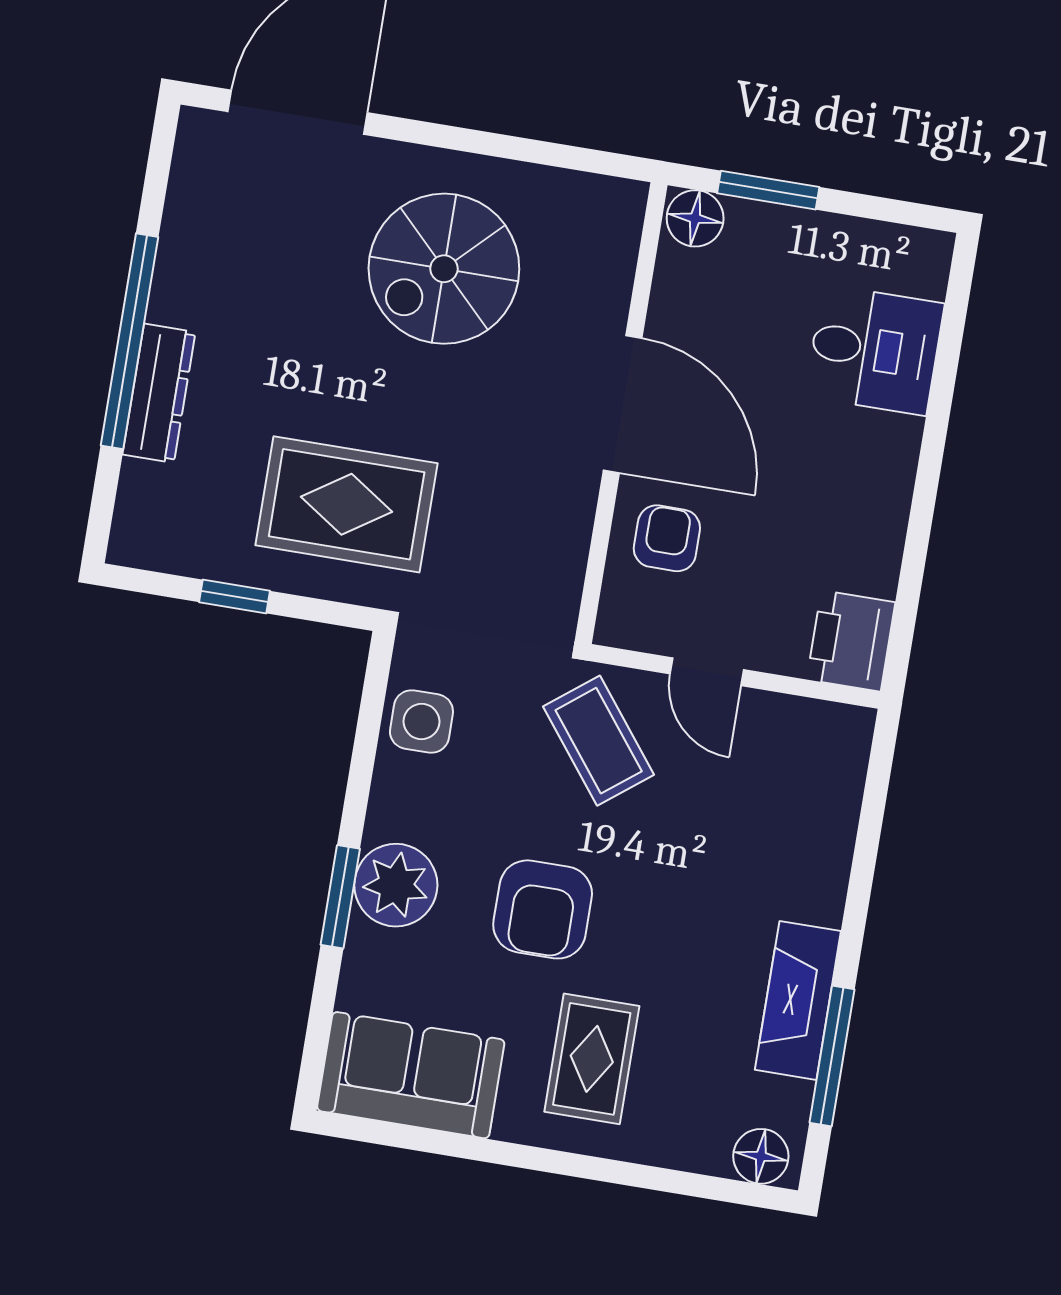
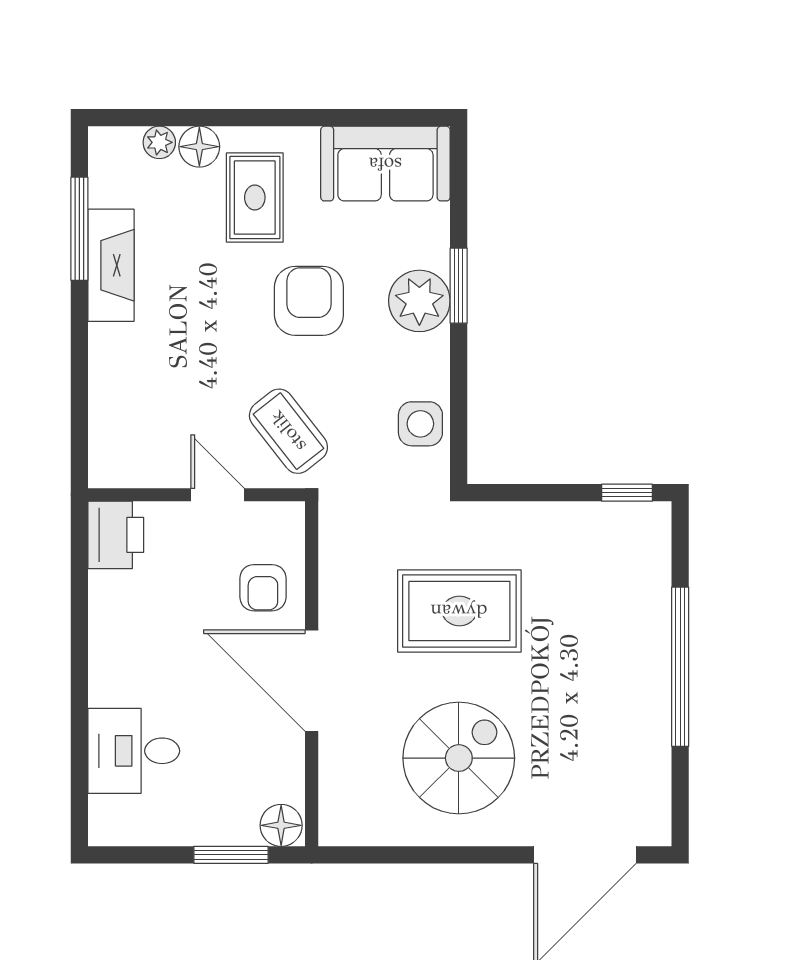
dresser: (159, 393) -> (652, 632), removed
rug: (347, 504) -> (459, 611), moved
window: (234, 596) -> (627, 493), moved
plant: (707, 1153) -> (159, 142), added
floor lamp: (761, 1156) -> (199, 147), moved

